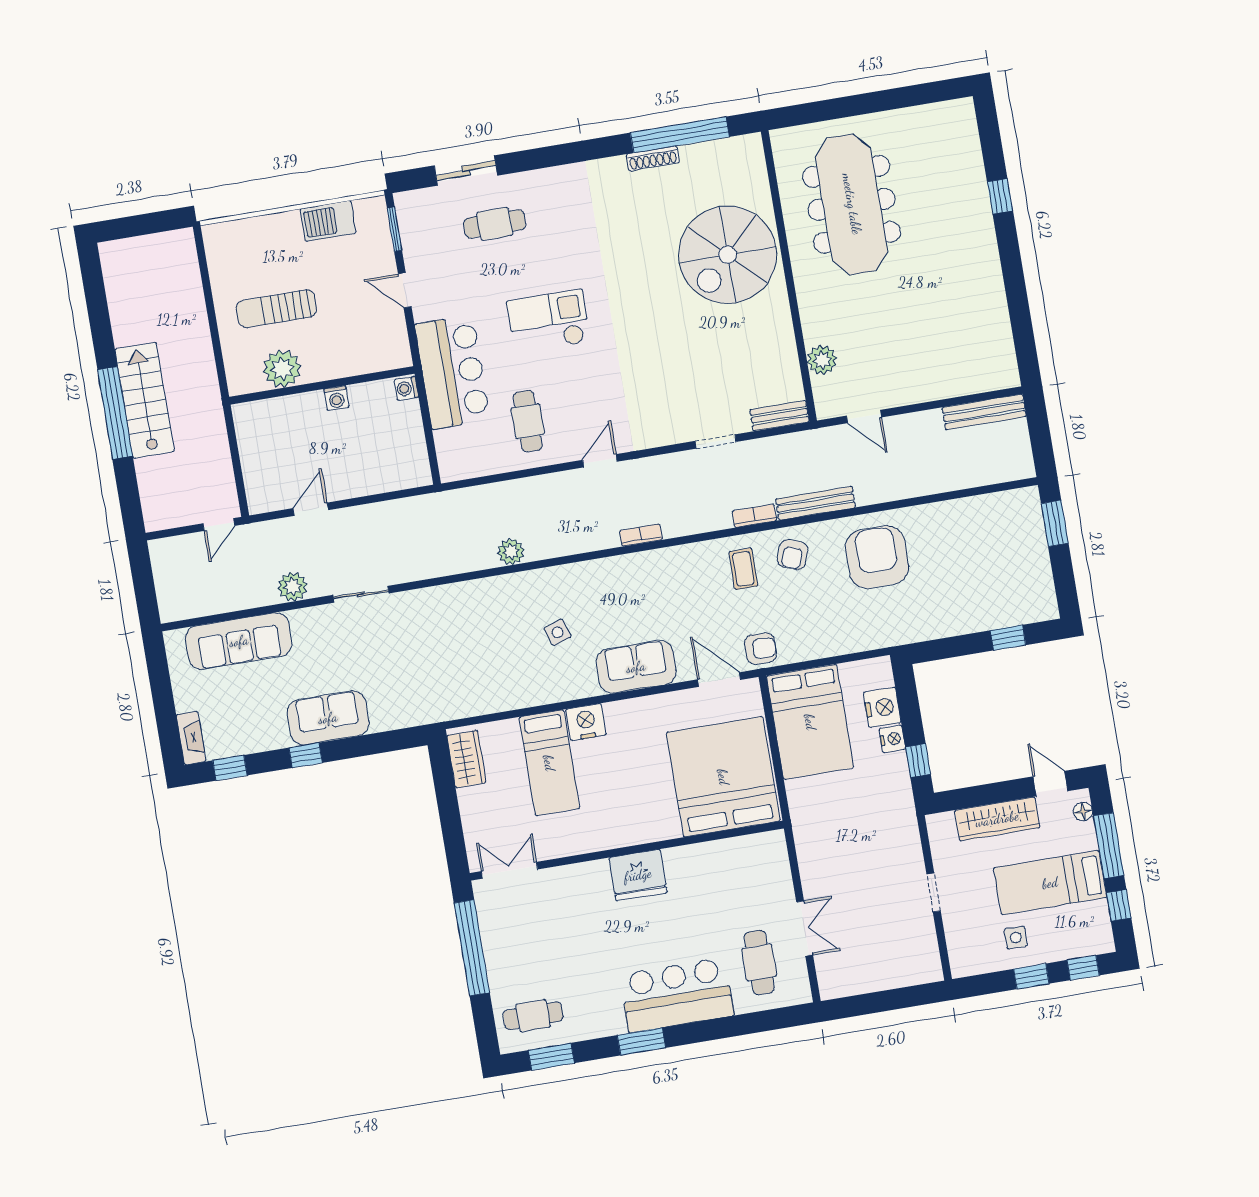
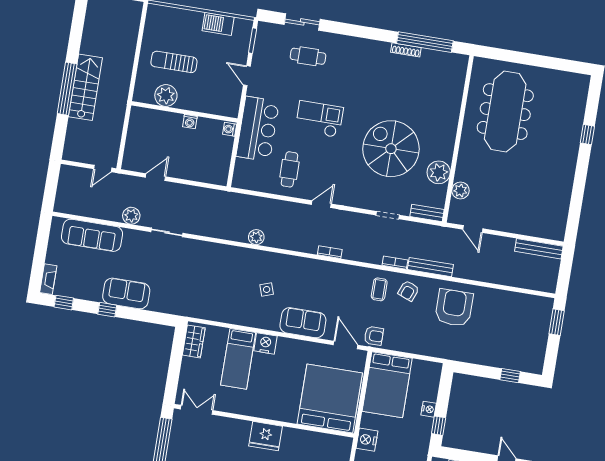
spiral stairs: (728, 255) -> (391, 149), moved, turned 90
plant: (776, 342) -> (439, 172), added
nightstand: (882, 707) -> (367, 440), moved, turned 180

